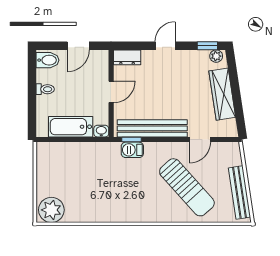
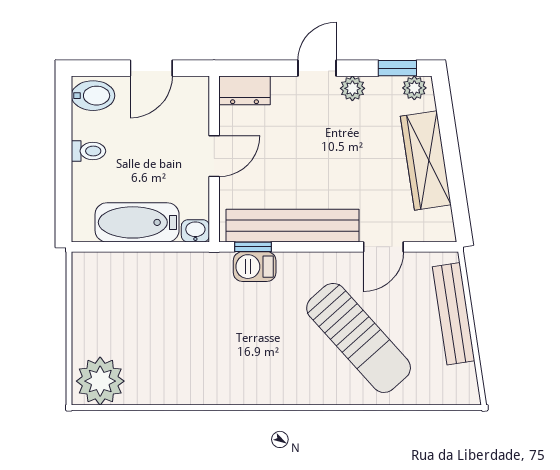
plant: (184, 56) -> (352, 88), added
bench: (239, 192) -> (454, 314), moved

